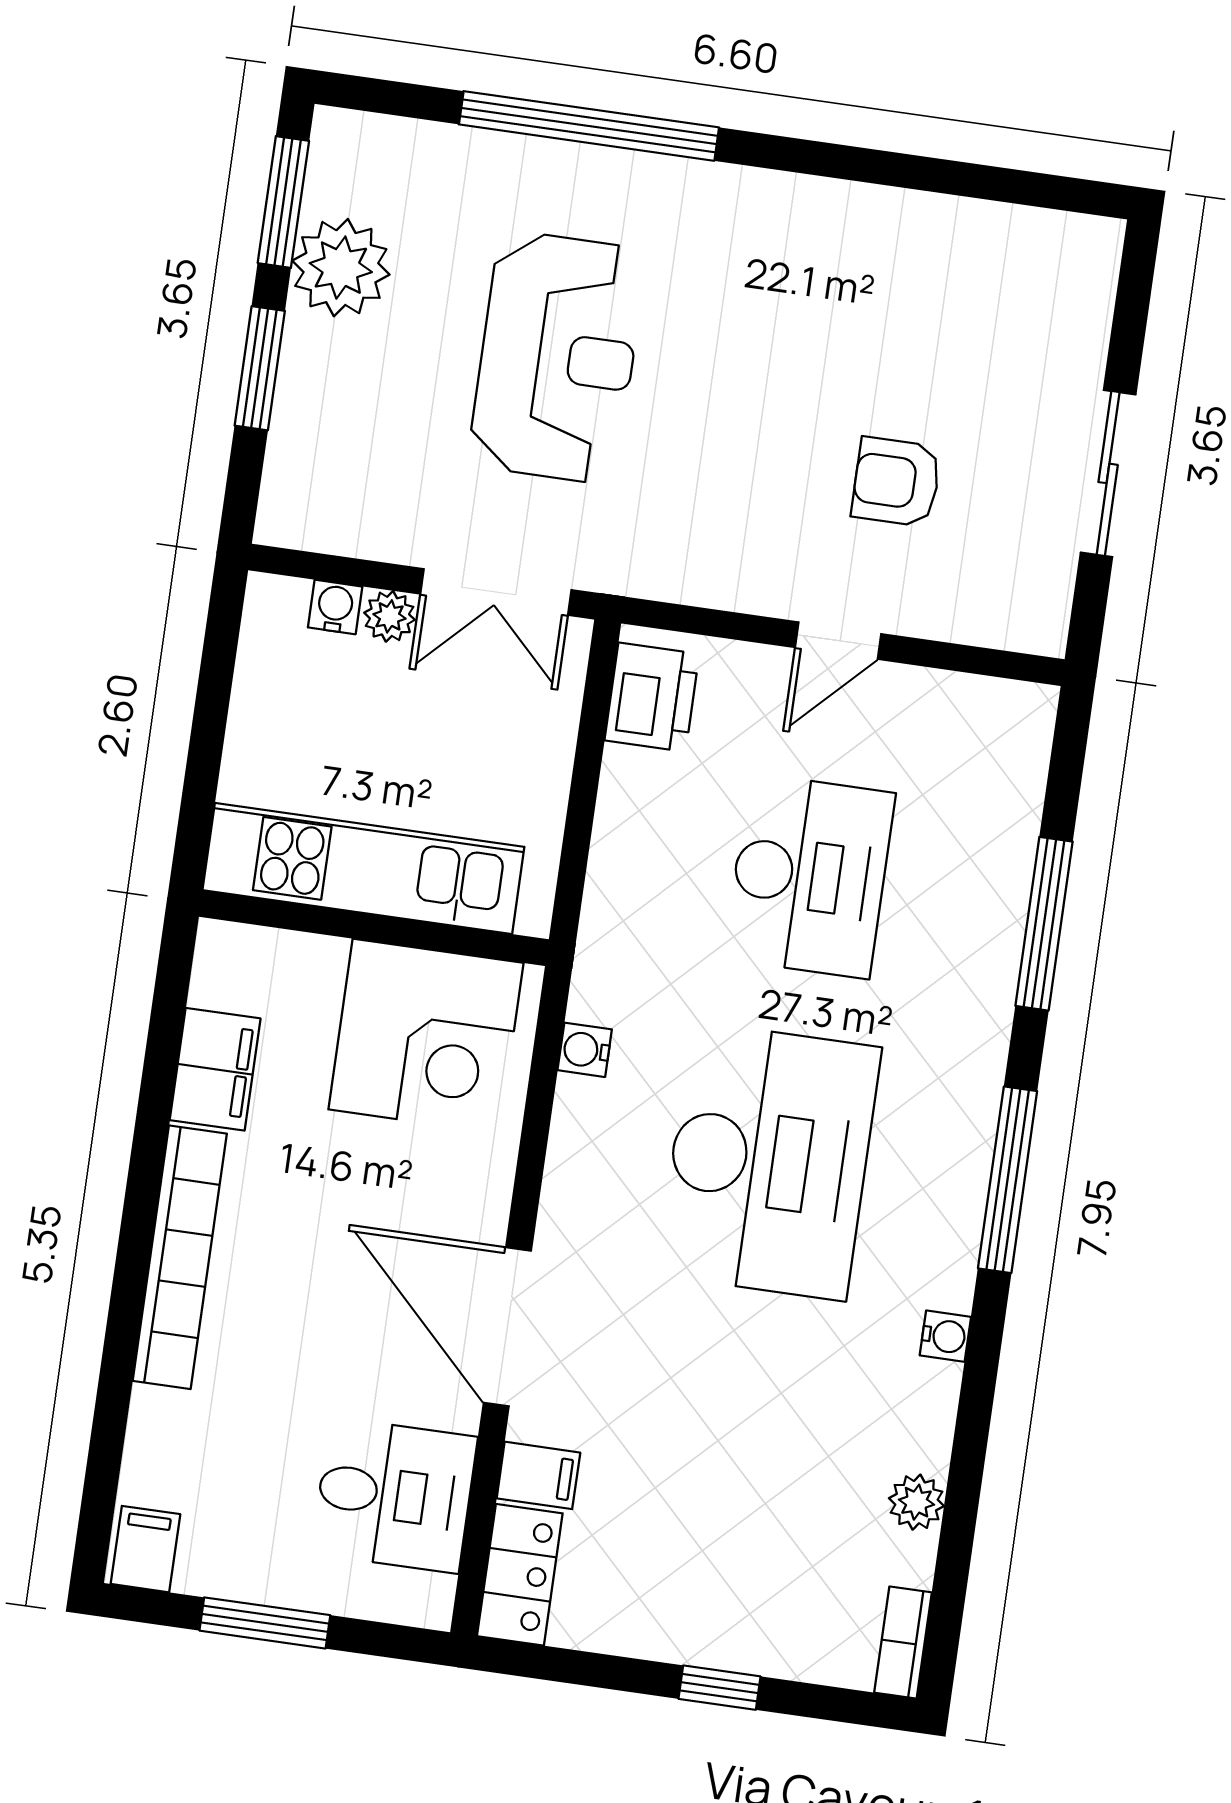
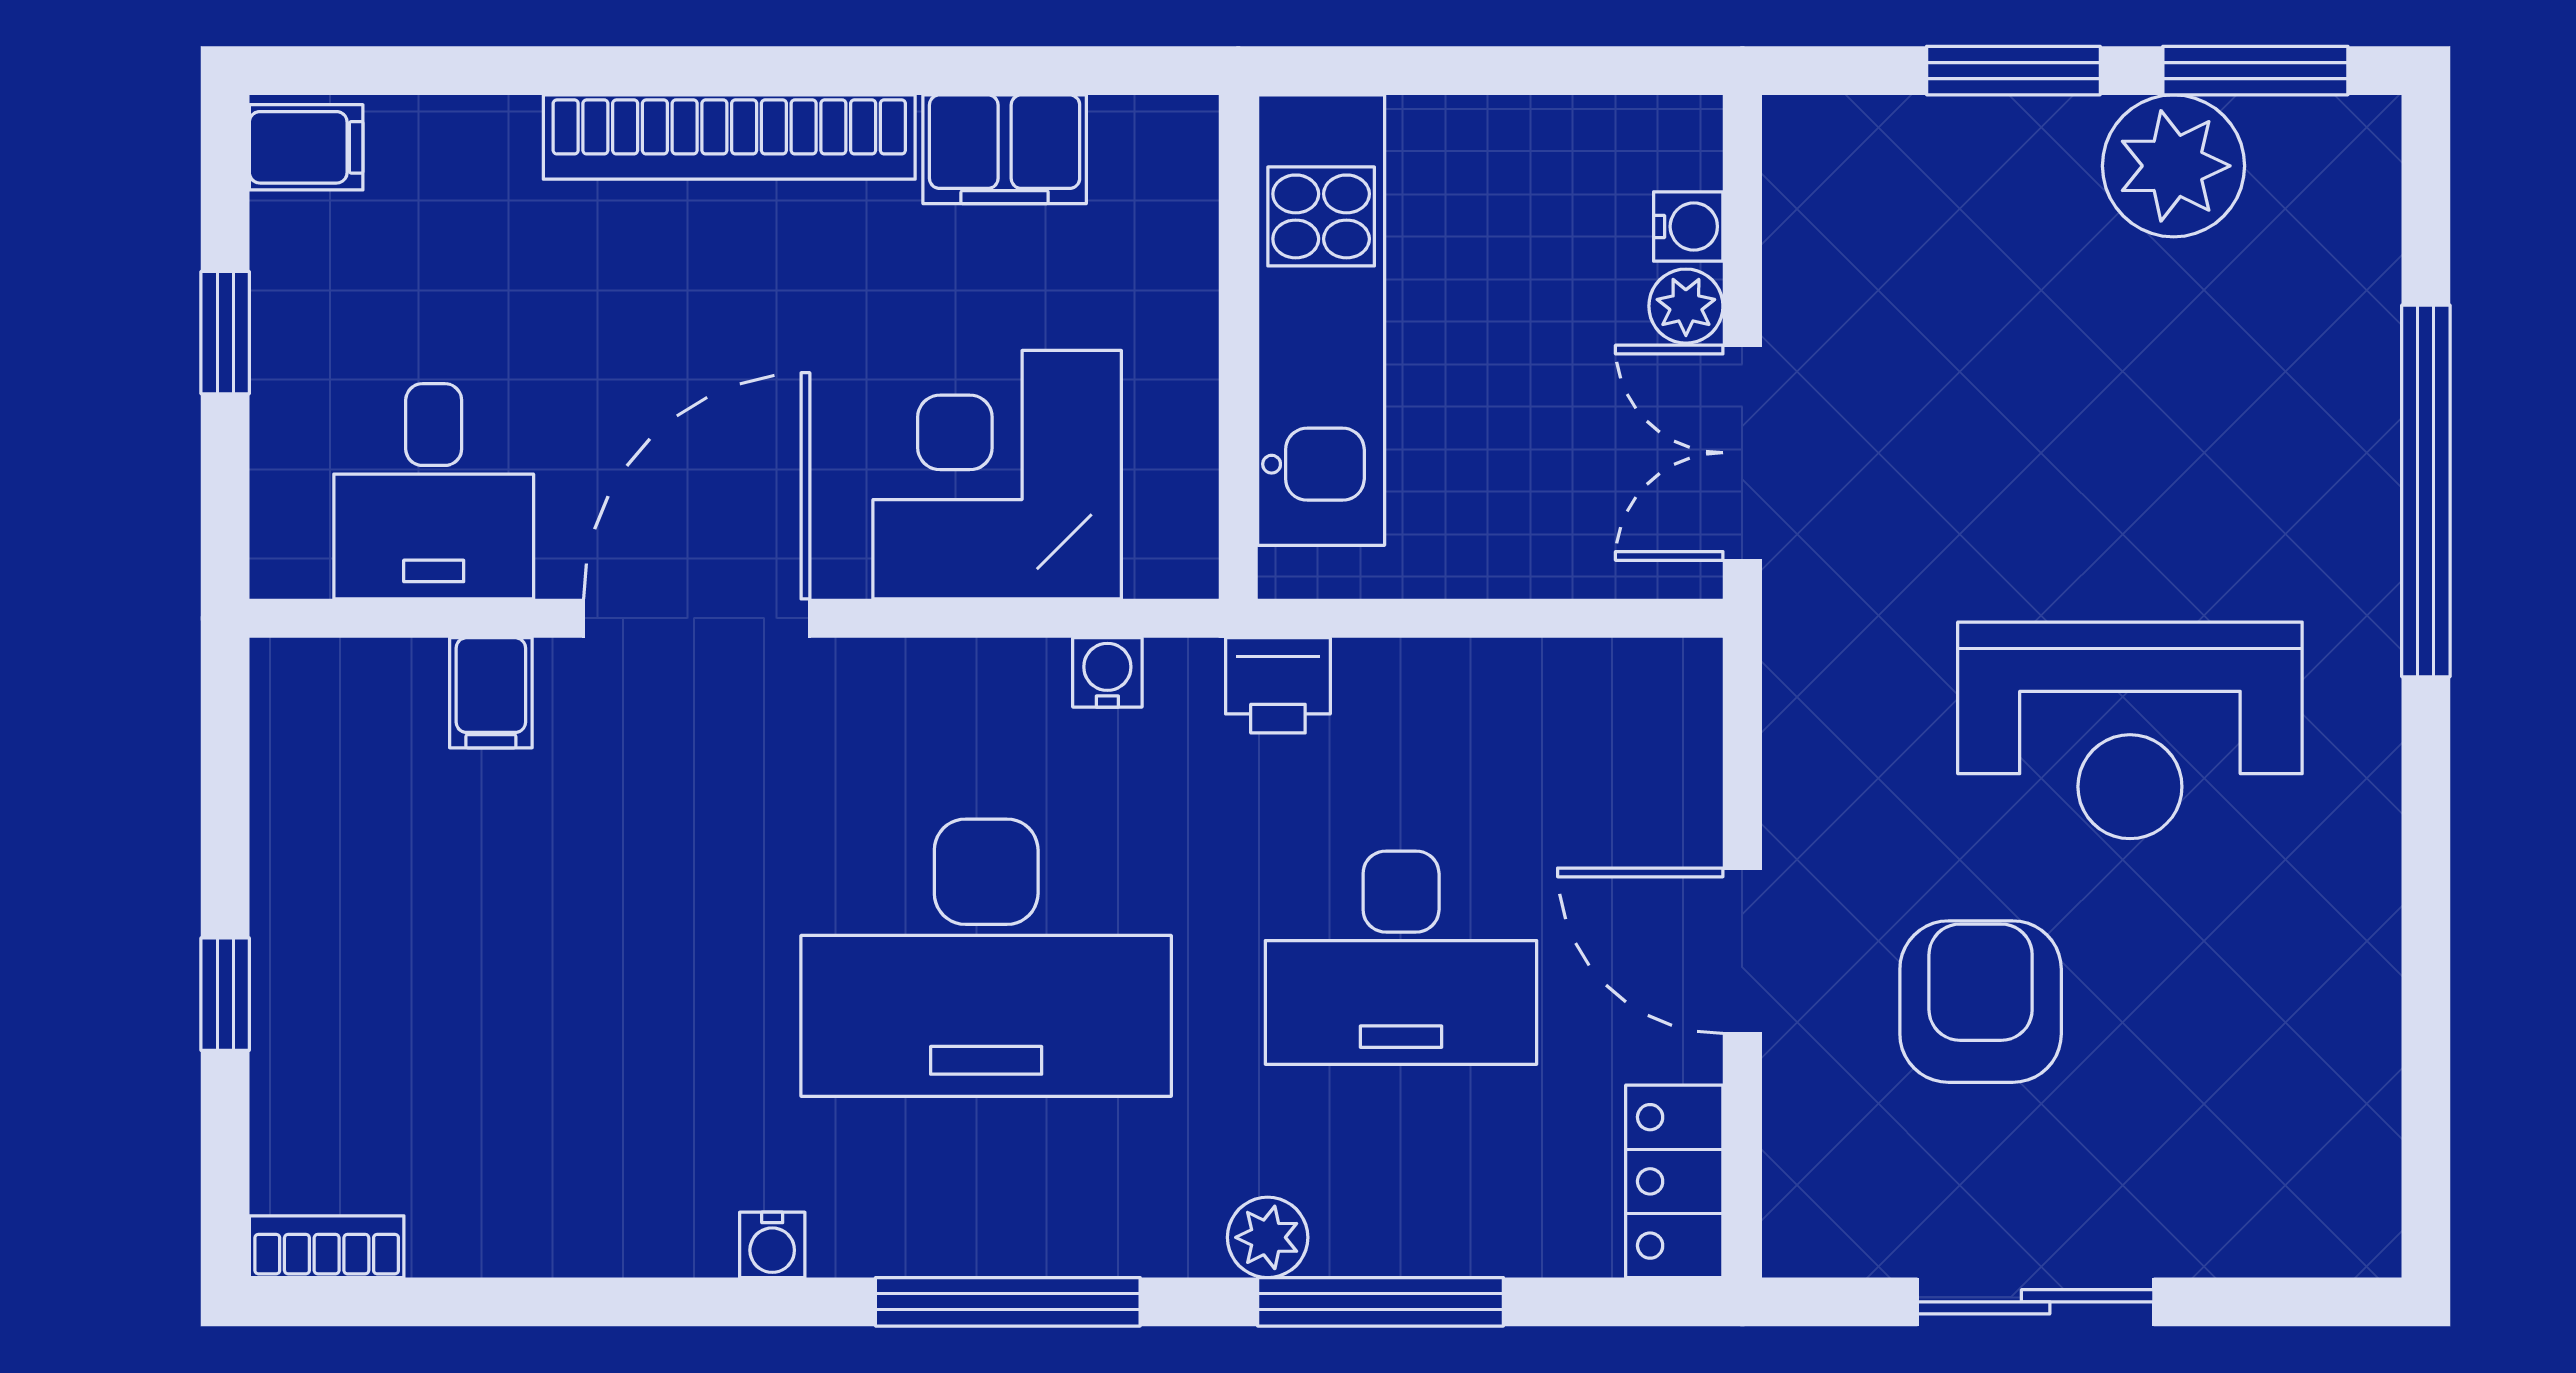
reception desk: (557, 357) -> (2130, 730), moved
armchair: (896, 482) -> (1981, 1002), width x1.38, depth x1.38
door: (838, 641) -> (1742, 951), width x1.37
printer: (652, 697) -> (1278, 685), moved, width x0.73, depth x0.81
corner desk: (426, 1036) -> (997, 475), moved, turned 90
plant: (916, 1502) -> (1268, 1237), moved
locker: (520, 1575) -> (1674, 1181), moved, turned 90
window: (265, 1623) -> (225, 333), width x0.67

